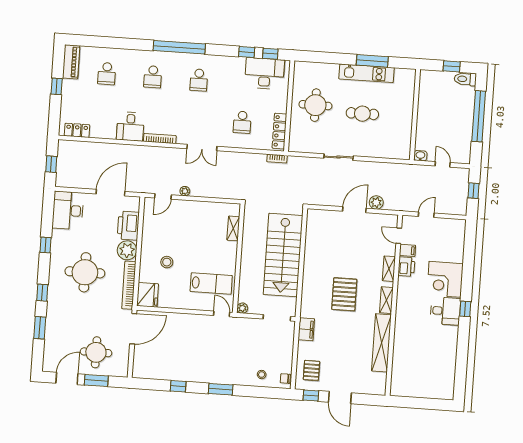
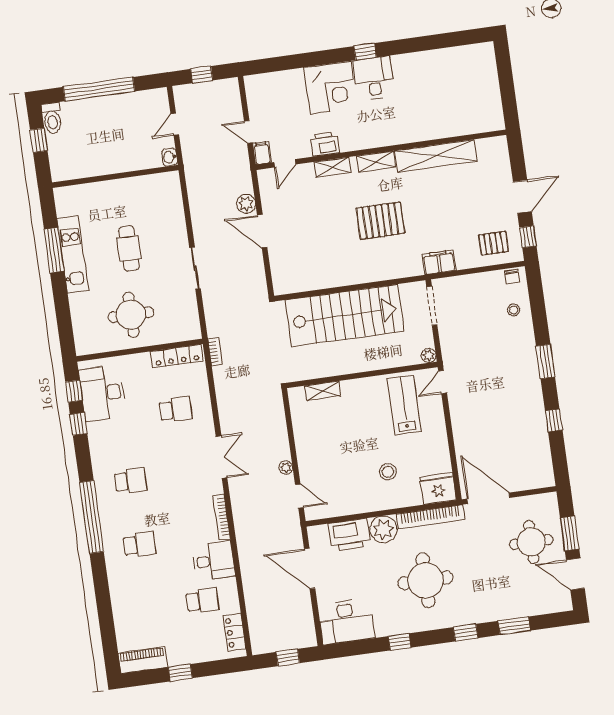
school desk: (107, 74) -> (202, 601), moved
filing cabinet: (407, 250) -> (262, 153), moved

